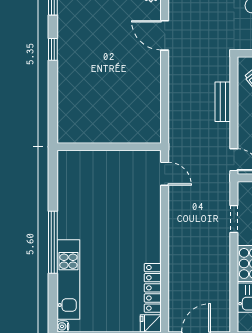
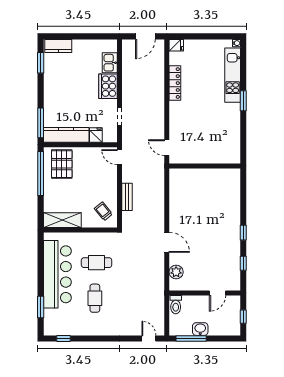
window: (53, 242) -> (243, 101), width x0.47
locker: (153, 288) -> (175, 83), moved

